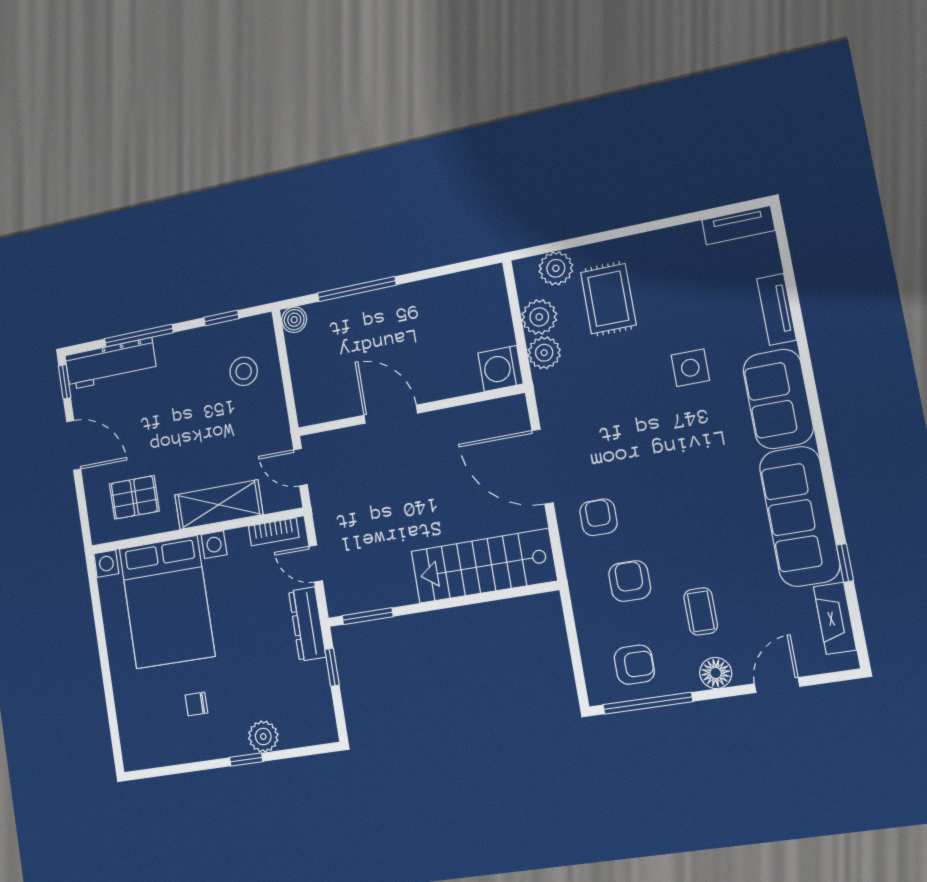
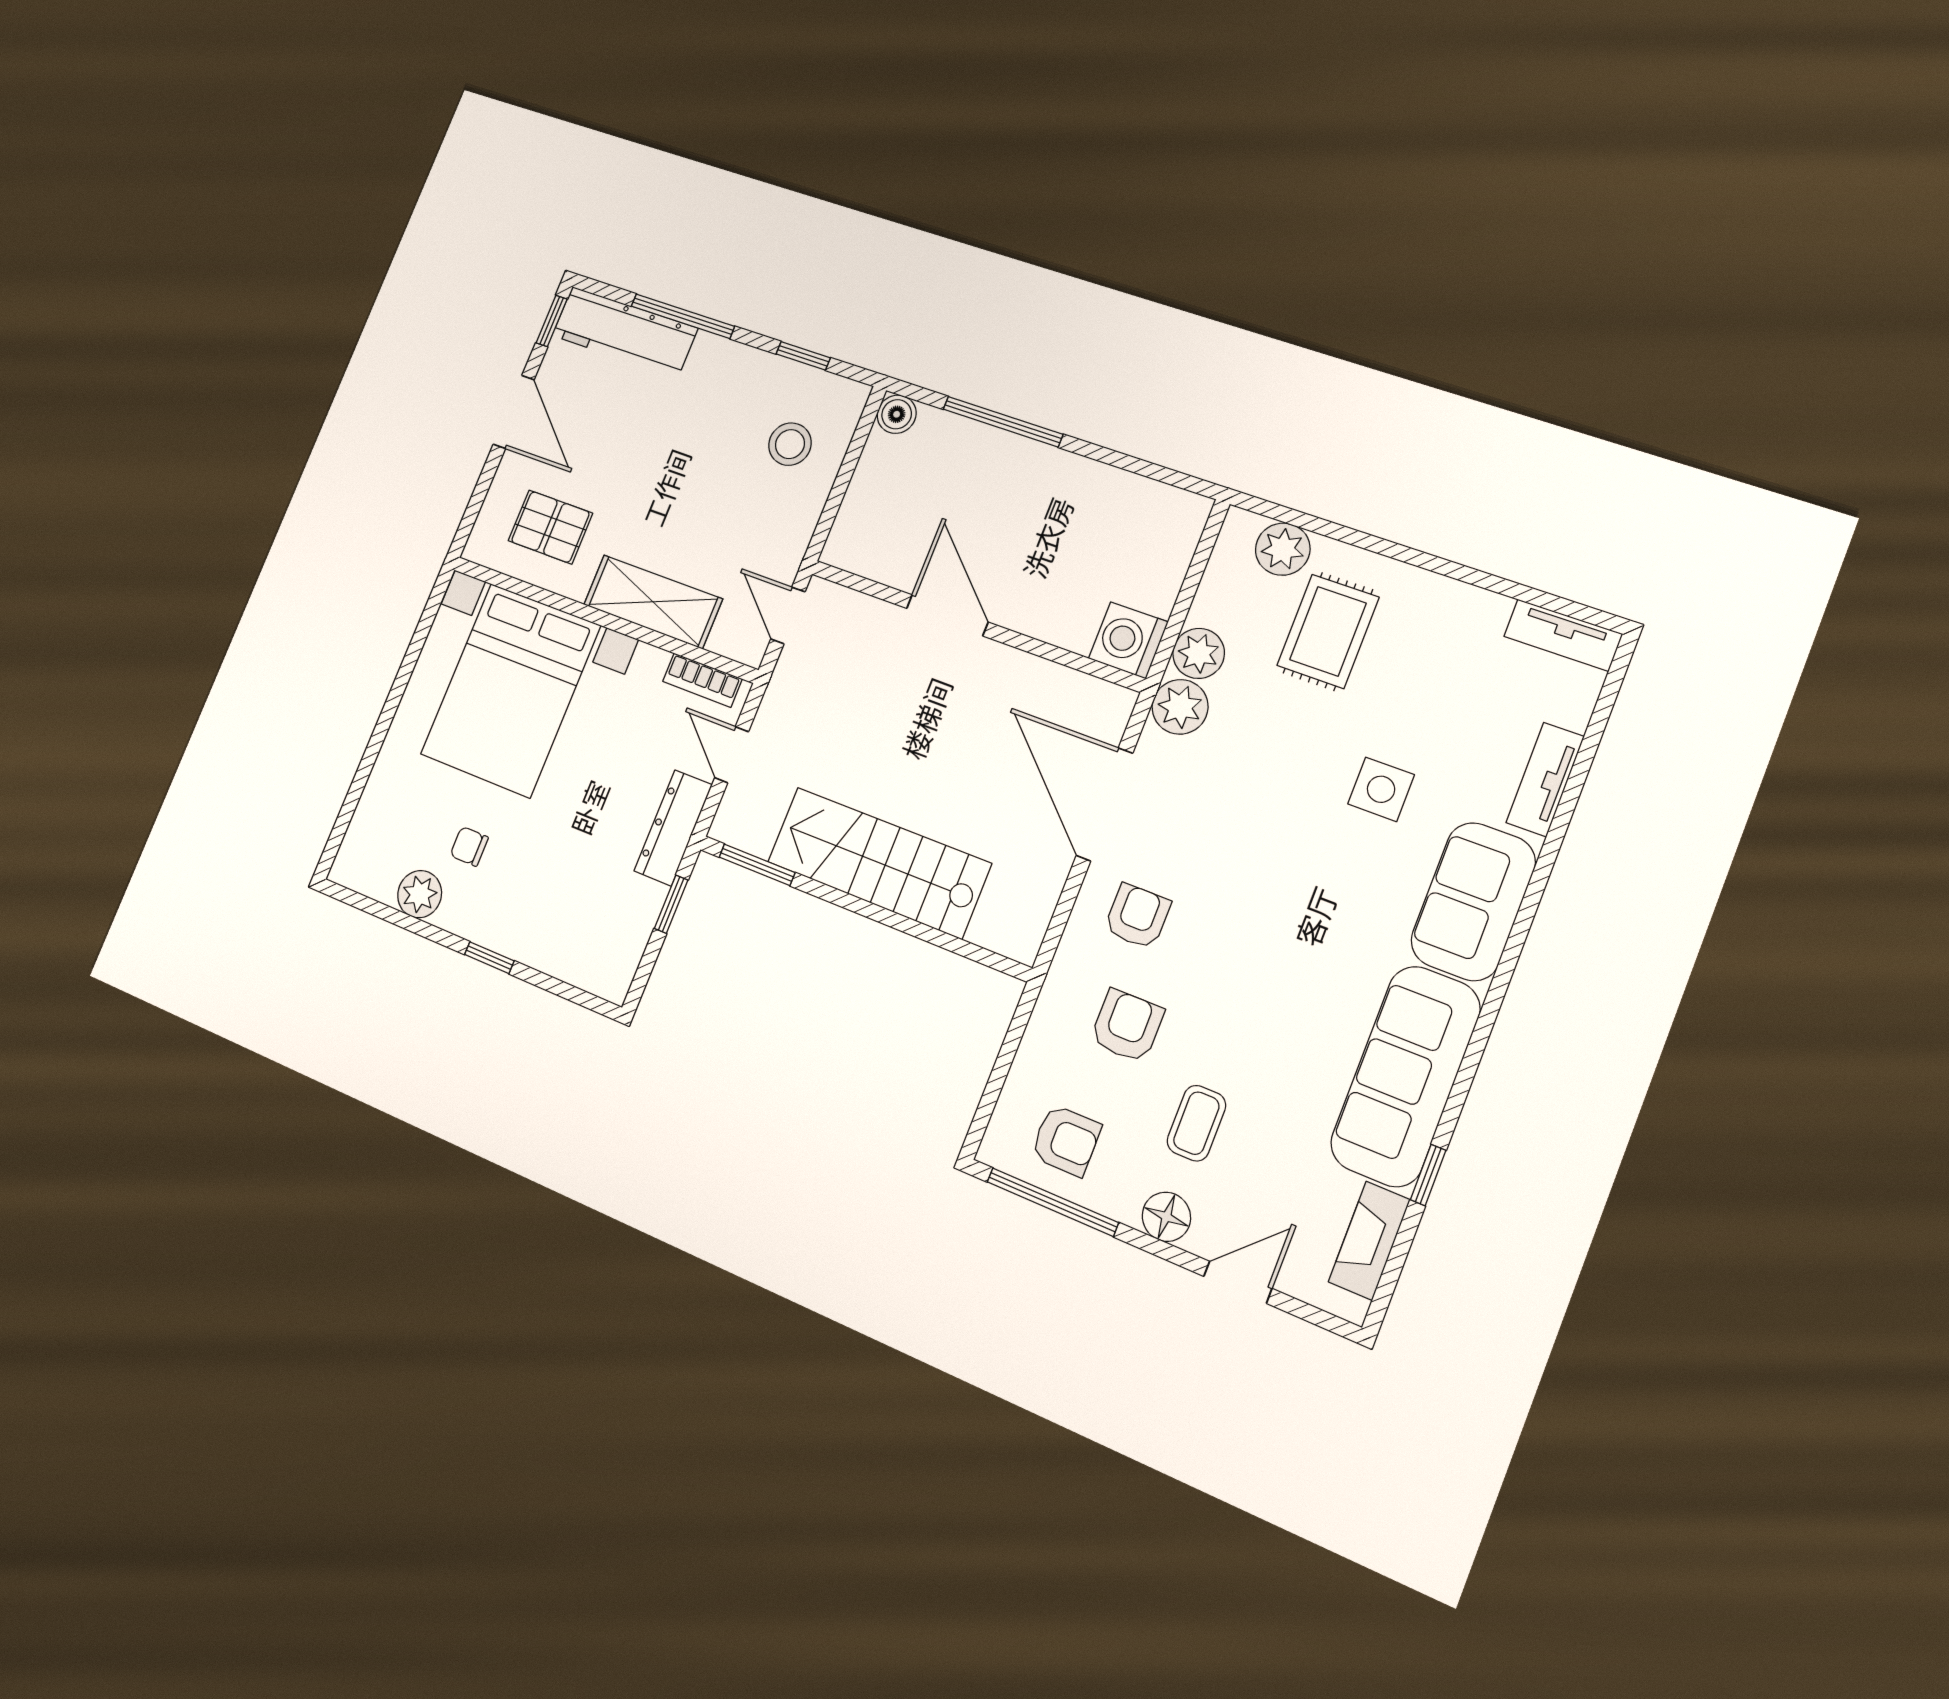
plant: (539, 317) -> (1180, 707), moved
stairs: (484, 566) -> (879, 863), moved
plant: (263, 737) -> (420, 894), moved

